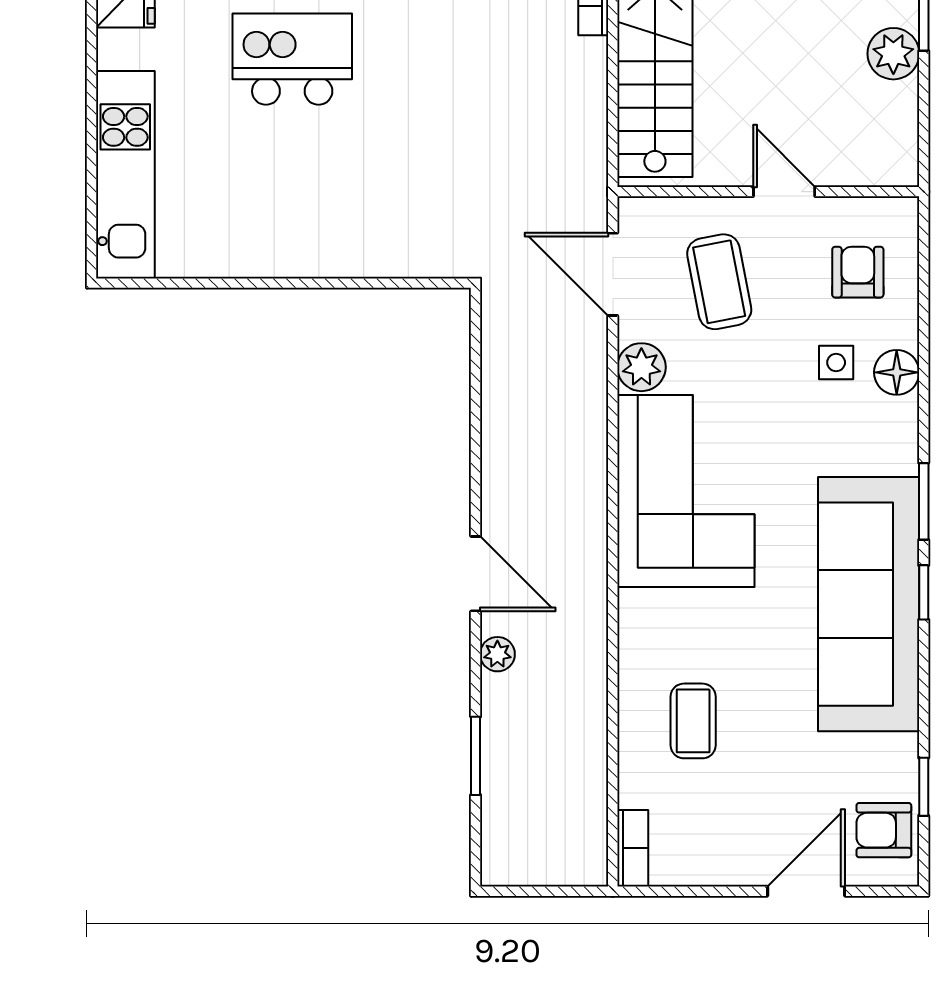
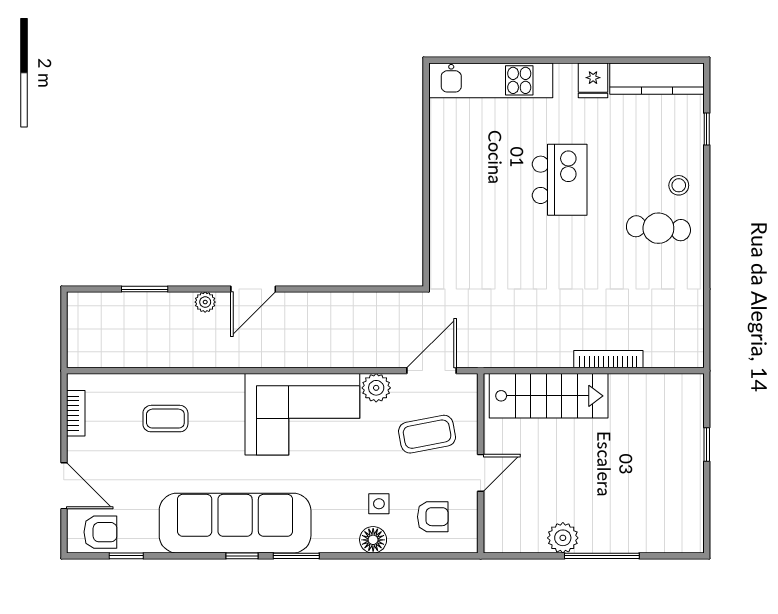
armchair: (884, 830) -> (100, 532), turned 90
bookcase: (633, 848) -> (76, 413), moved, turned -90

